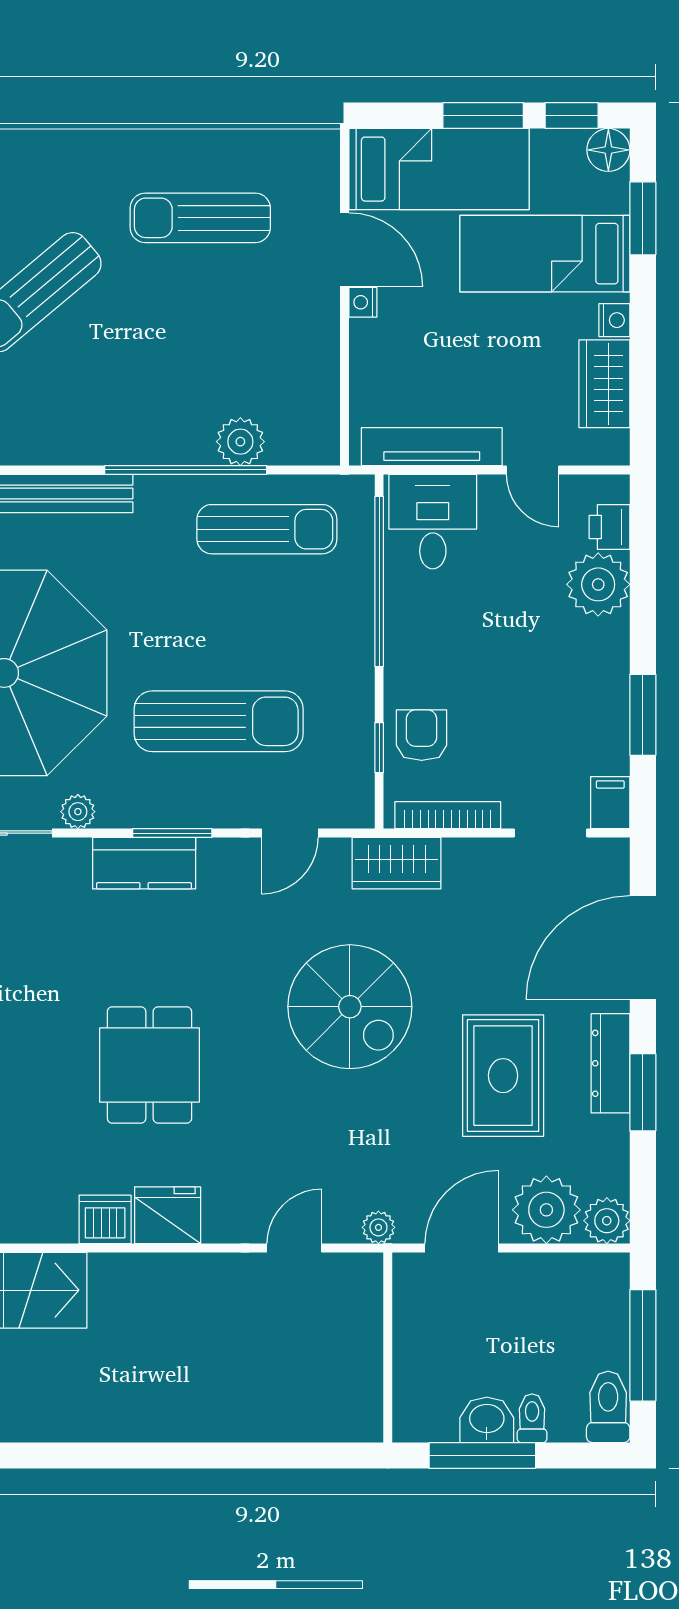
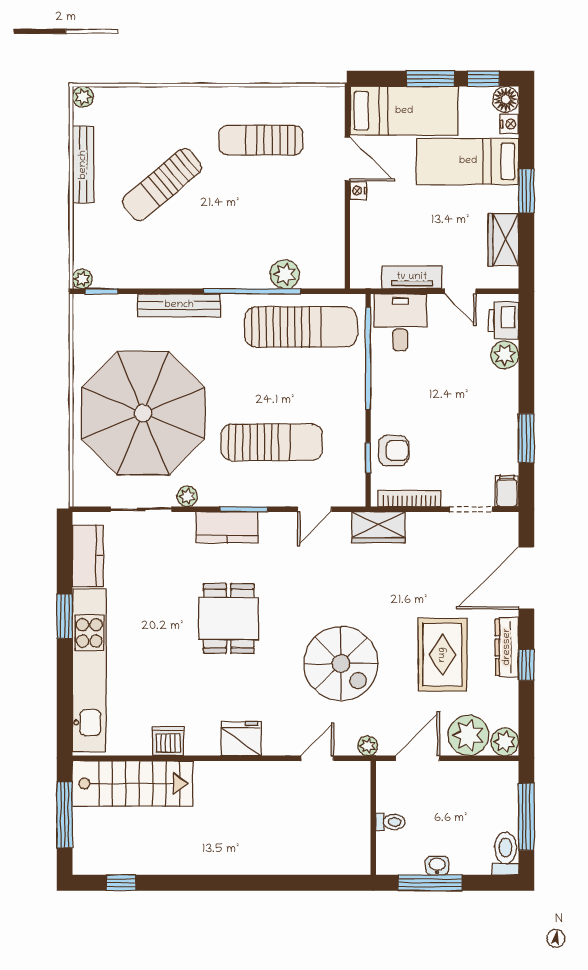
window: (643, 218) -> (526, 191), moved
nightstand: (614, 320) -> (509, 124), moved
tv unit: (432, 447) -> (412, 277), width x0.71
printer: (610, 527) -> (503, 321), width x1.36, depth x1.24
sun lounger: (267, 529) -> (301, 327), width x1.36, depth x1.34
plant: (598, 584) -> (505, 355), width x0.73, depth x0.73
armchair: (422, 735) -> (394, 450), turned 90
spiral stairs: (350, 1007) -> (341, 663), moved
dining table: (149, 1065) -> (229, 619), moved
window: (643, 1092) -> (526, 665), width x0.67
dishwasher: (105, 1219) -> (168, 741), moved
toilet: (532, 1418) -> (390, 822), moved, turned 90
washbasin: (487, 1420) -> (437, 866), width x0.72, depth x0.69

